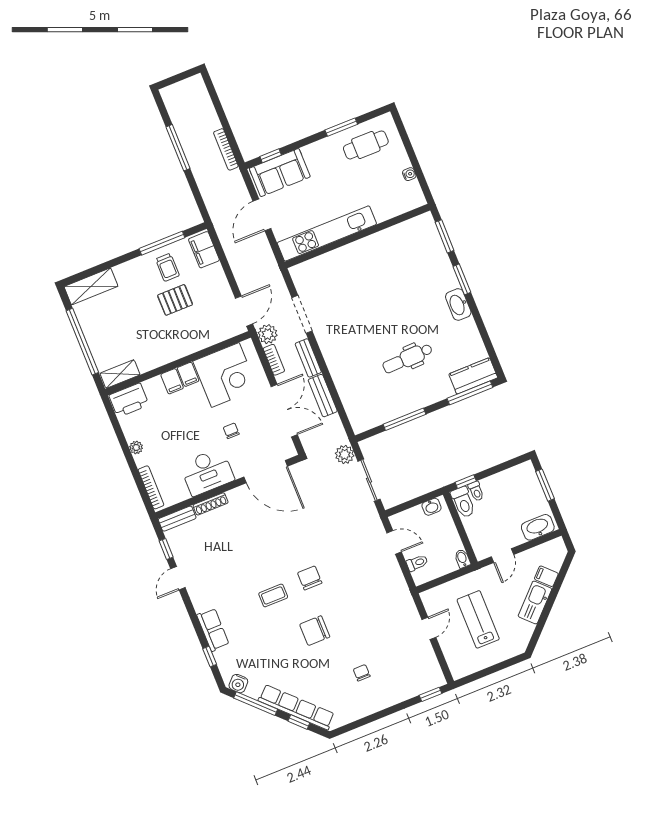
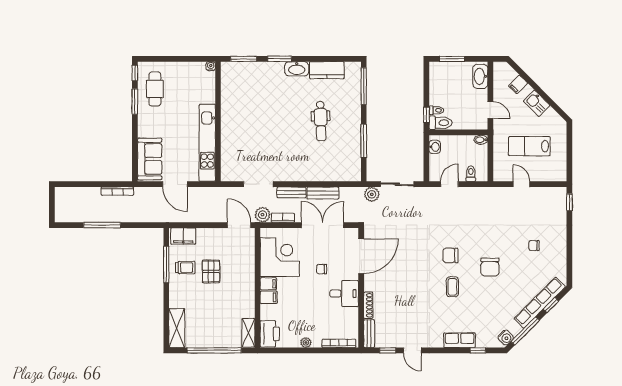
window: (271, 156) -> (135, 73), moved
water cooler: (409, 174) -> (211, 66), moved
kitchen counter: (473, 376) -> (327, 70), moved, turned -90
desk: (207, 472) -> (344, 294), width x0.73
kitchen sink: (535, 602) -> (537, 103), width x0.73

